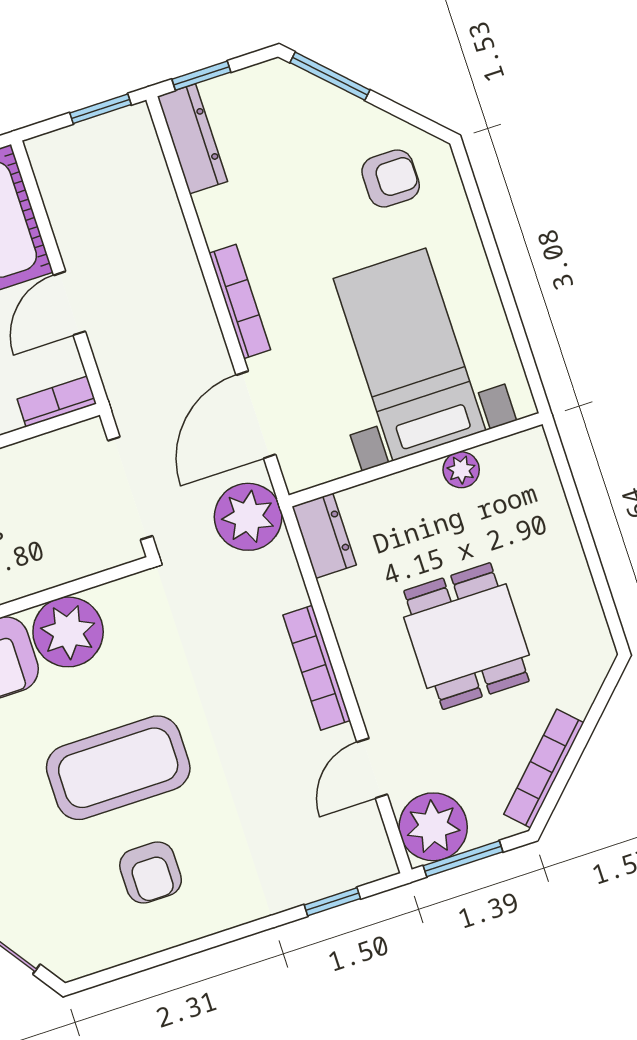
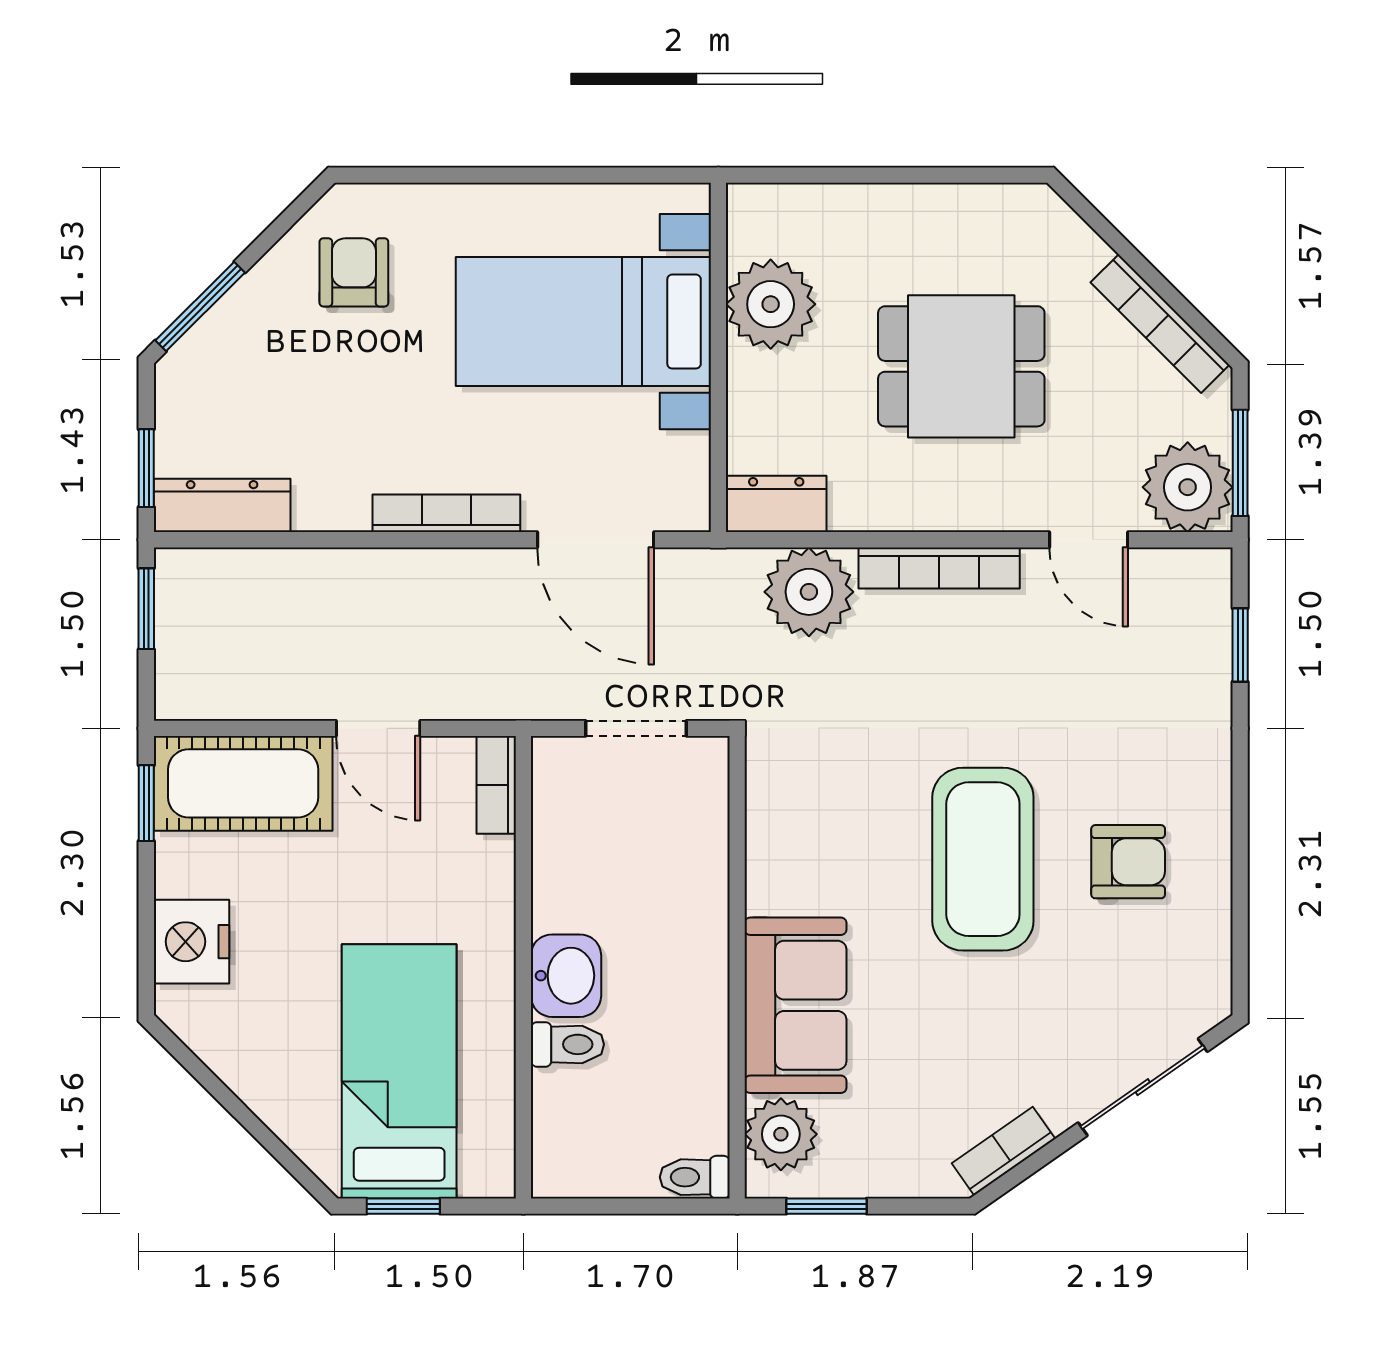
plant: (461, 470) -> (771, 304), width x1.87, depth x1.87
doorway: (130, 488) -> (636, 728), width x0.73
plant: (248, 517) -> (809, 592), moved
plant: (68, 632) -> (791, 866), removed

